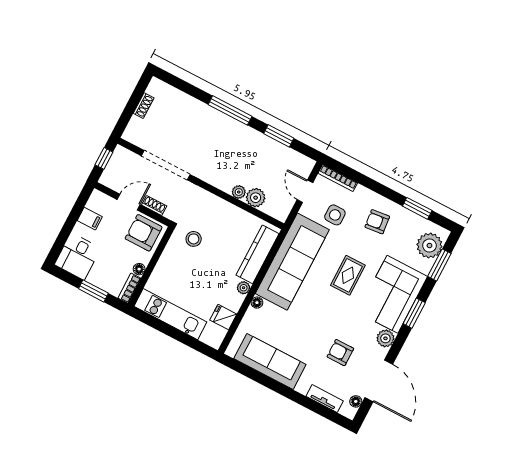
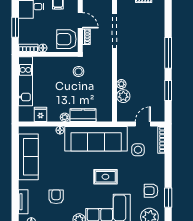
armchair: (377, 222) -> (151, 191), moved, turned -84
armchair: (144, 233) -> (66, 39), turned -90
kitchen counter: (258, 254) -> (83, 115), width x0.67

